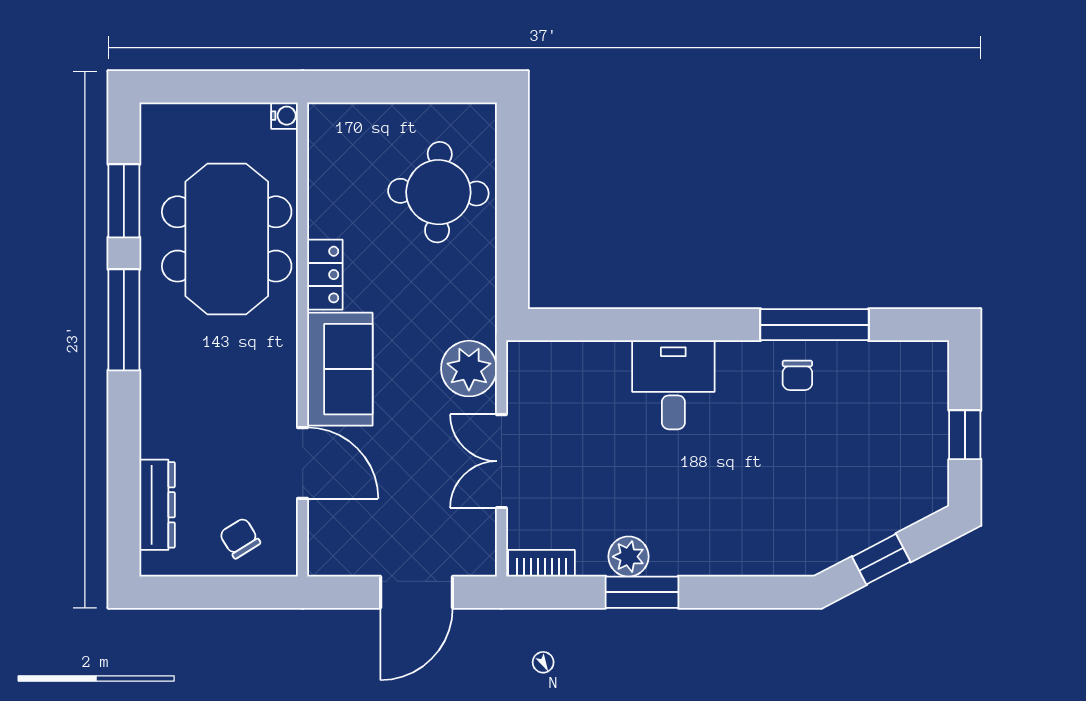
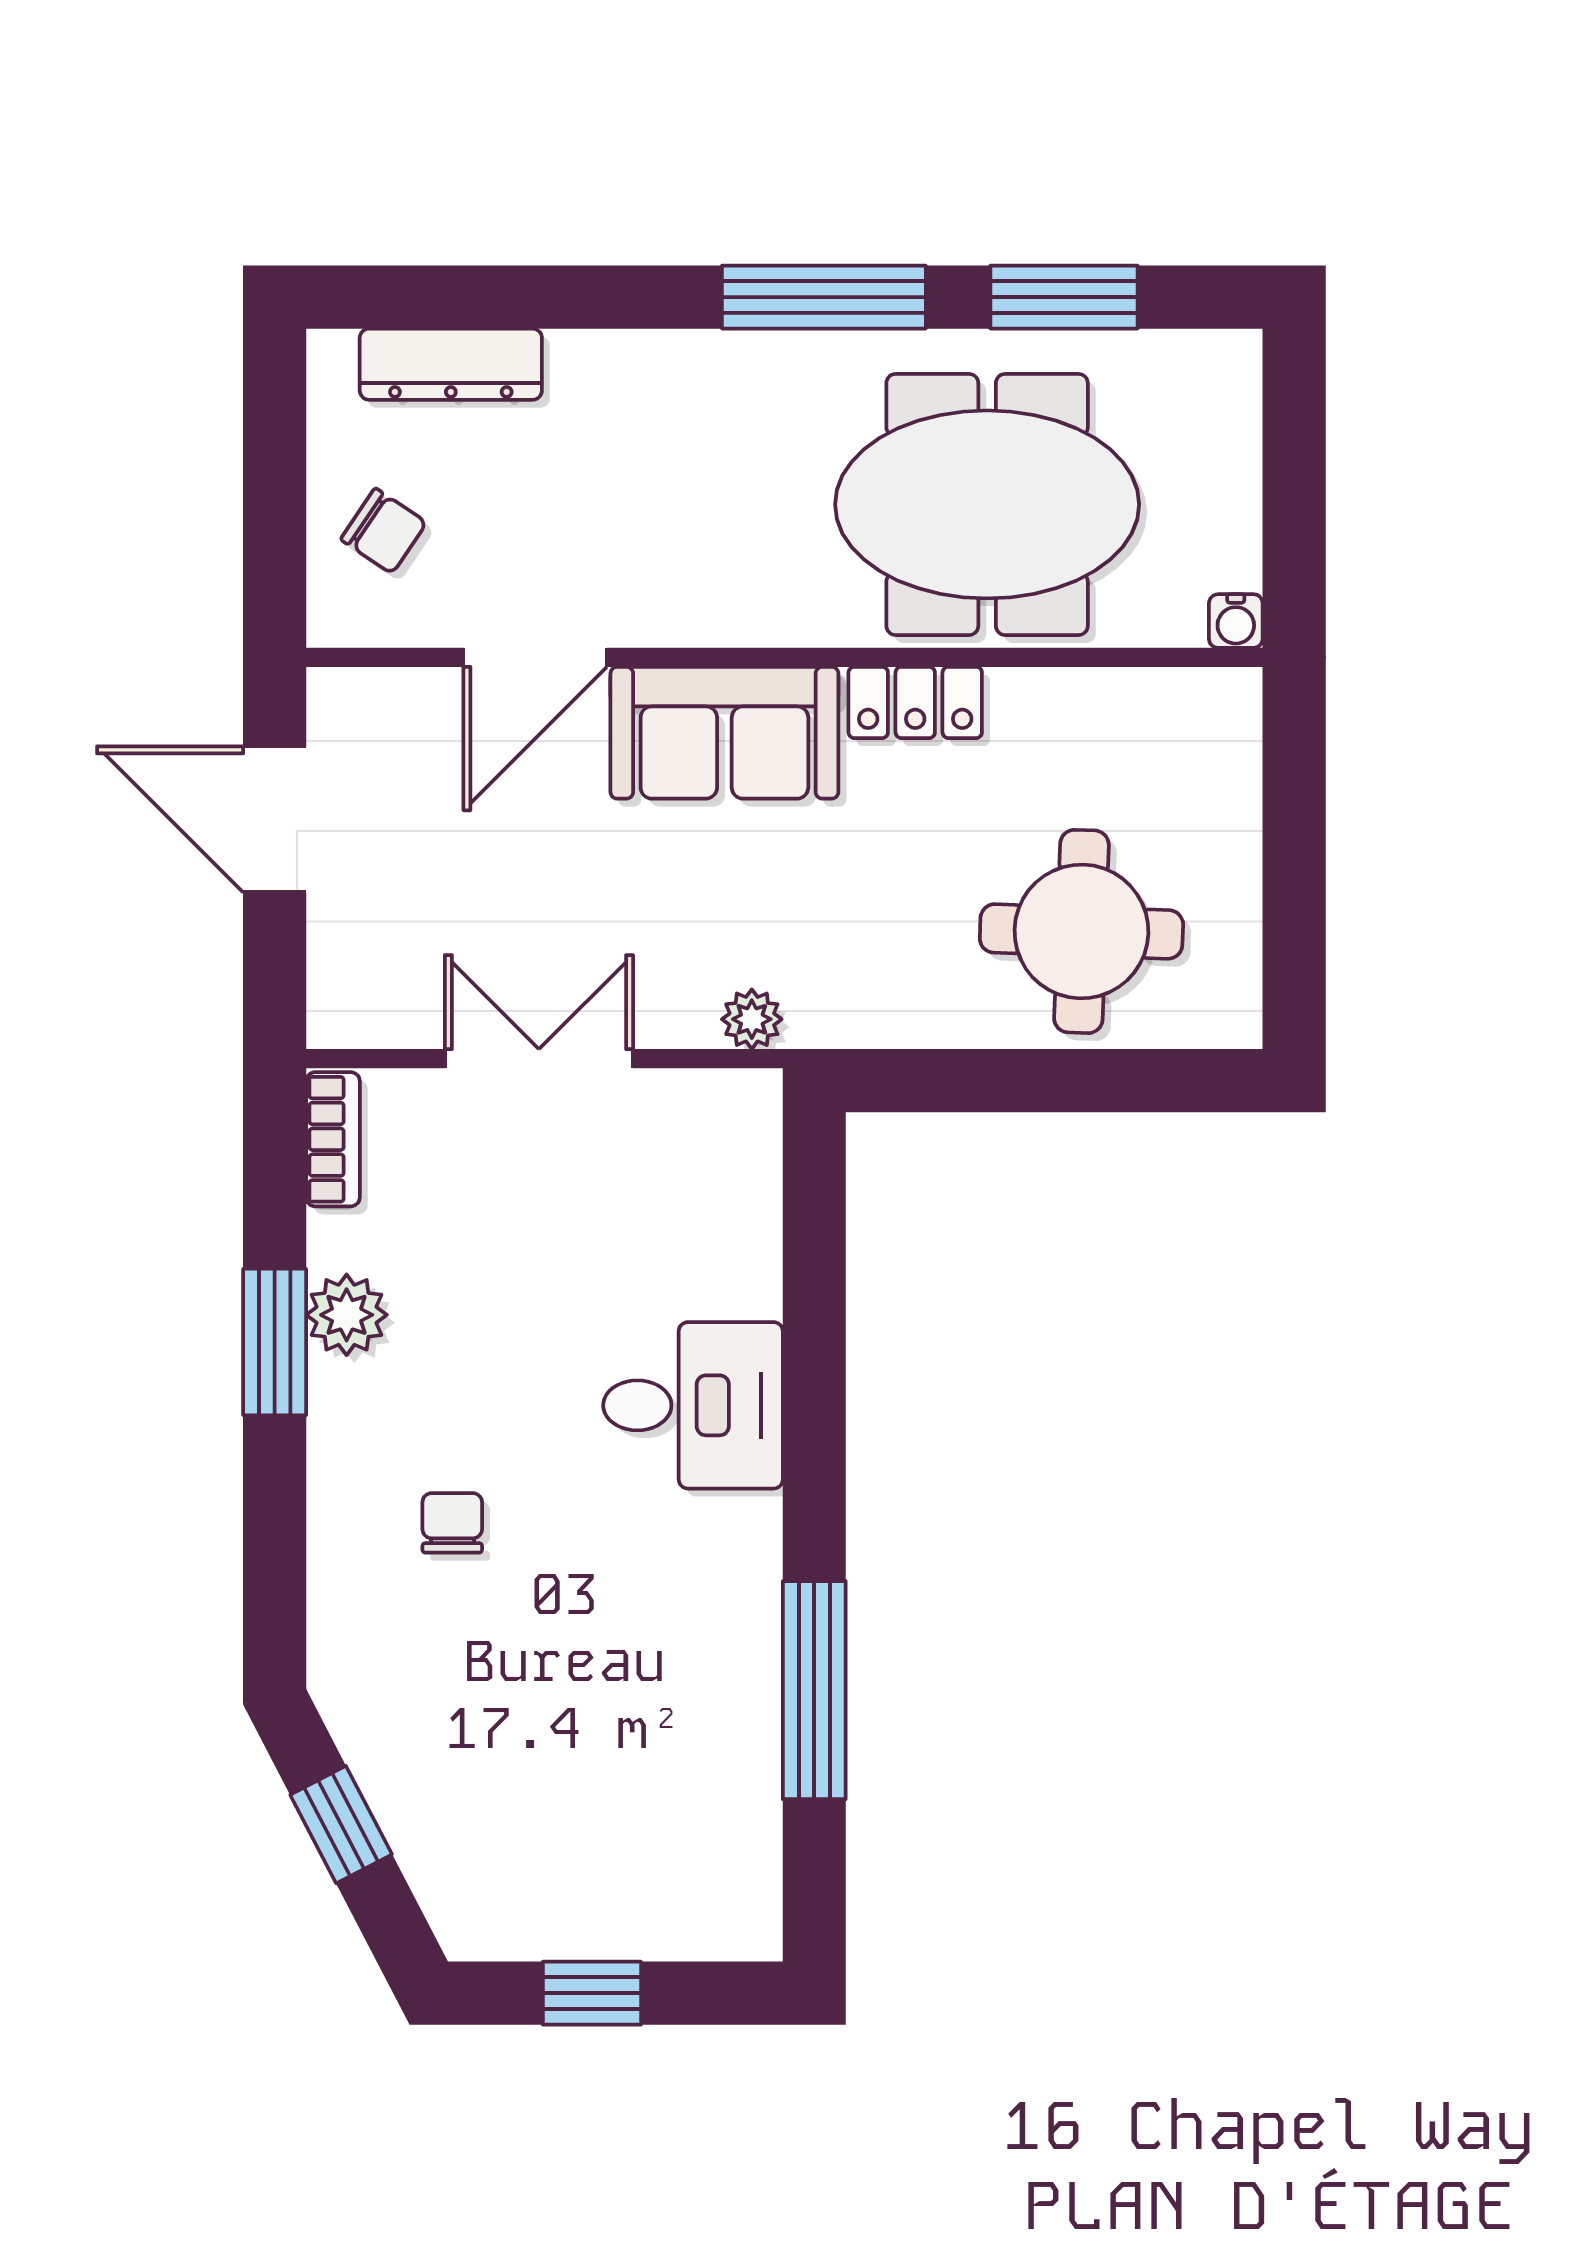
plant: (469, 369) -> (752, 1019), width x0.53, depth x0.53
chair: (797, 375) -> (452, 1523), moved, turned 90
chair: (240, 538) -> (384, 531), turned 66
door: (416, 592) -> (275, 819), moved

